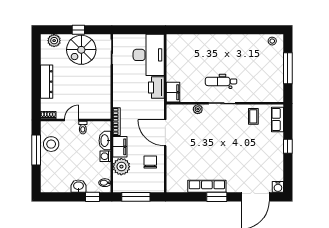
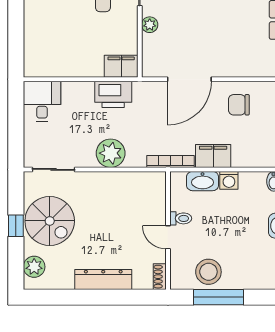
desk: (149, 55) -> (42, 101), width x0.53, depth x0.77
plant: (121, 167) -> (111, 153), moved

